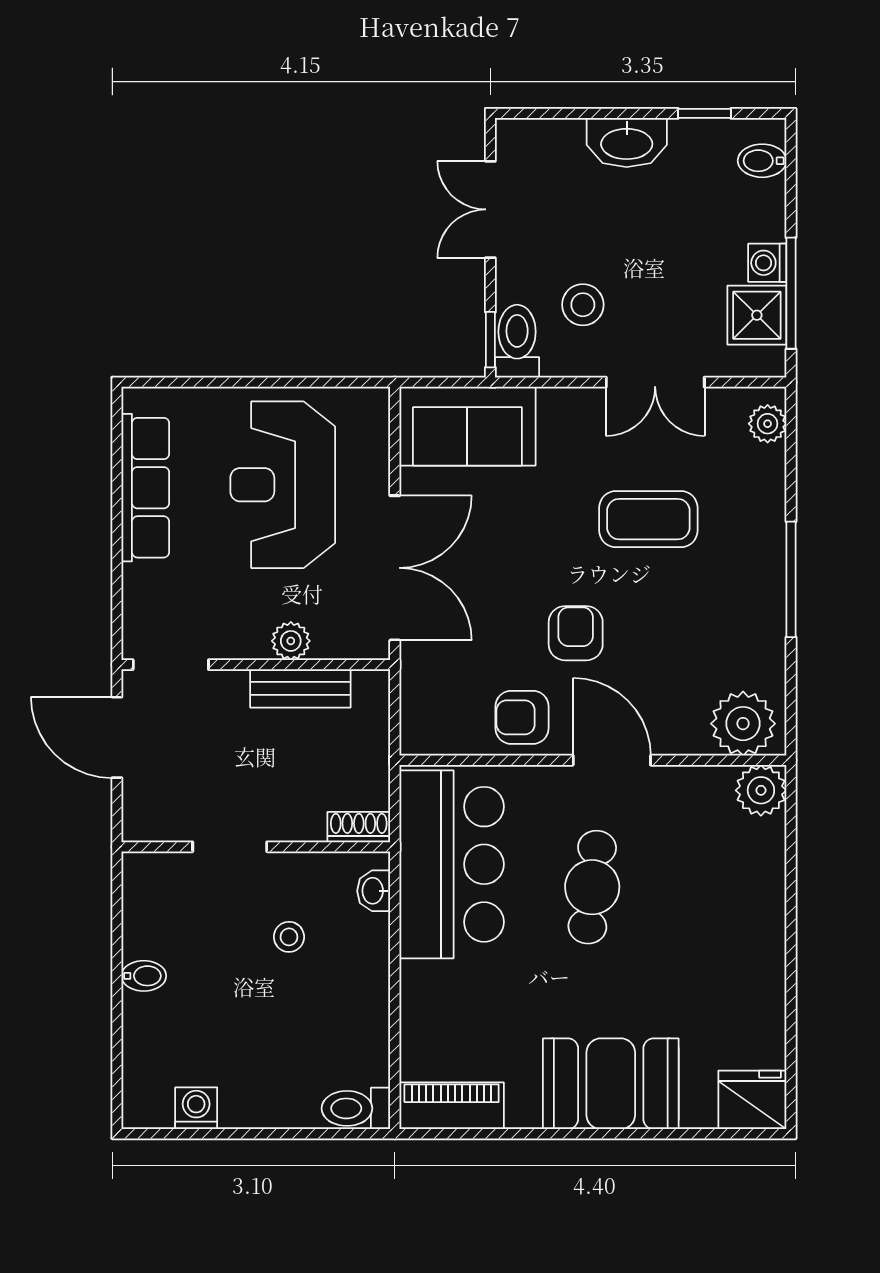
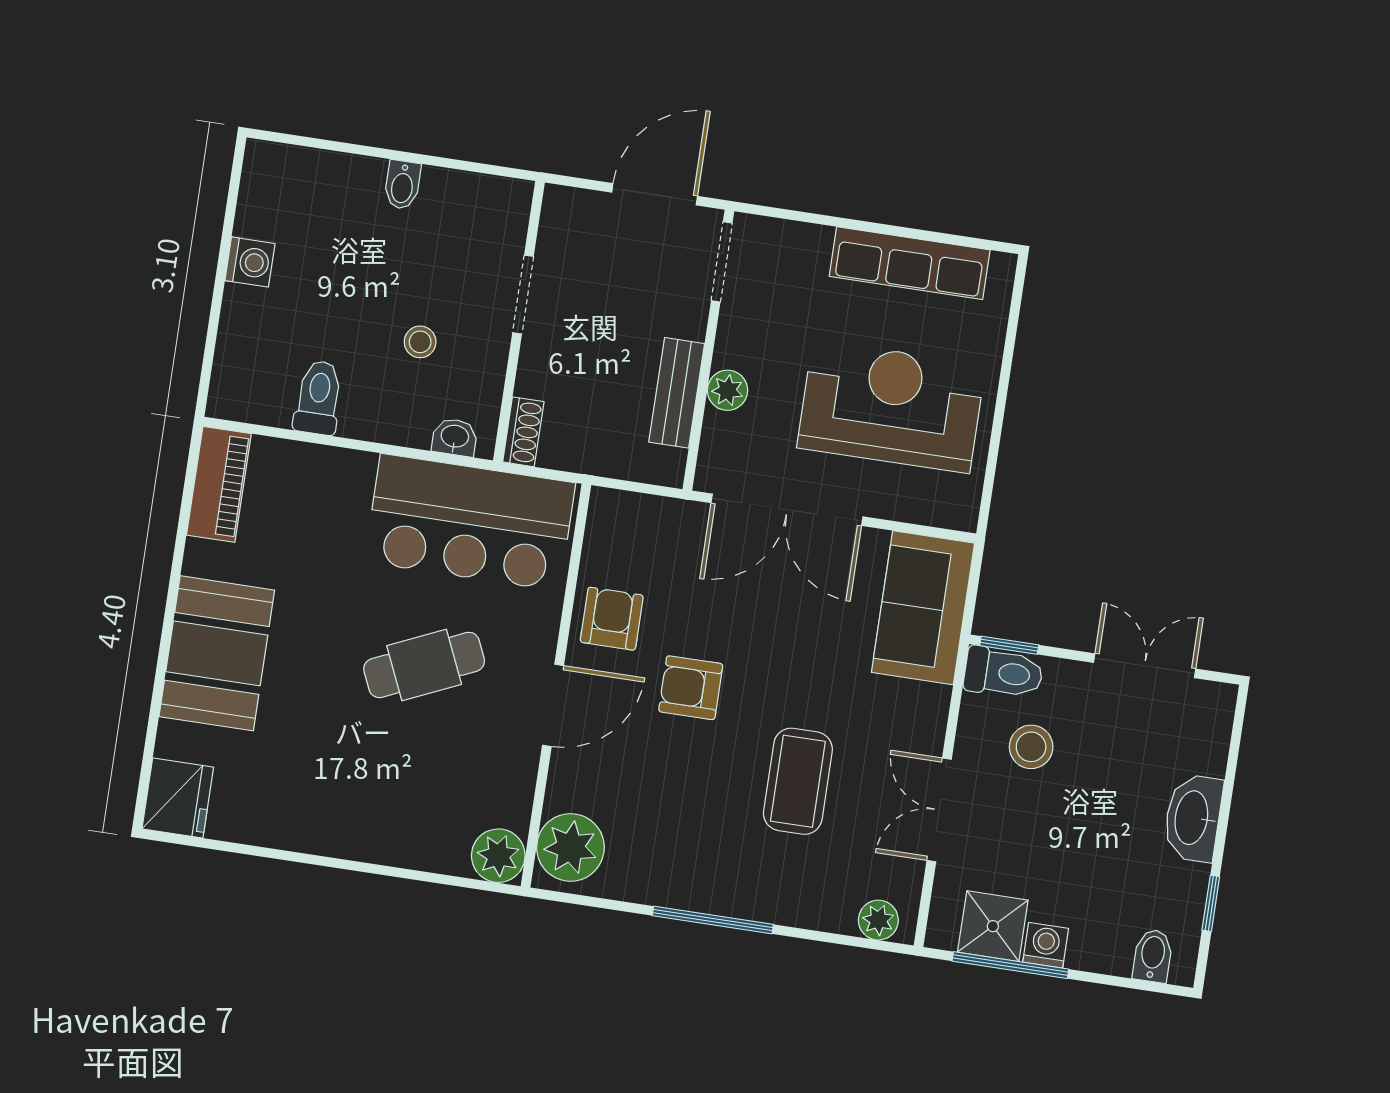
armchair: (576, 633) -> (691, 688), turned 180
cafe table: (592, 887) -> (424, 665), turned -31
washing machine: (196, 1108) -> (250, 262), moved
toilet: (356, 1108) -> (318, 398), moved

